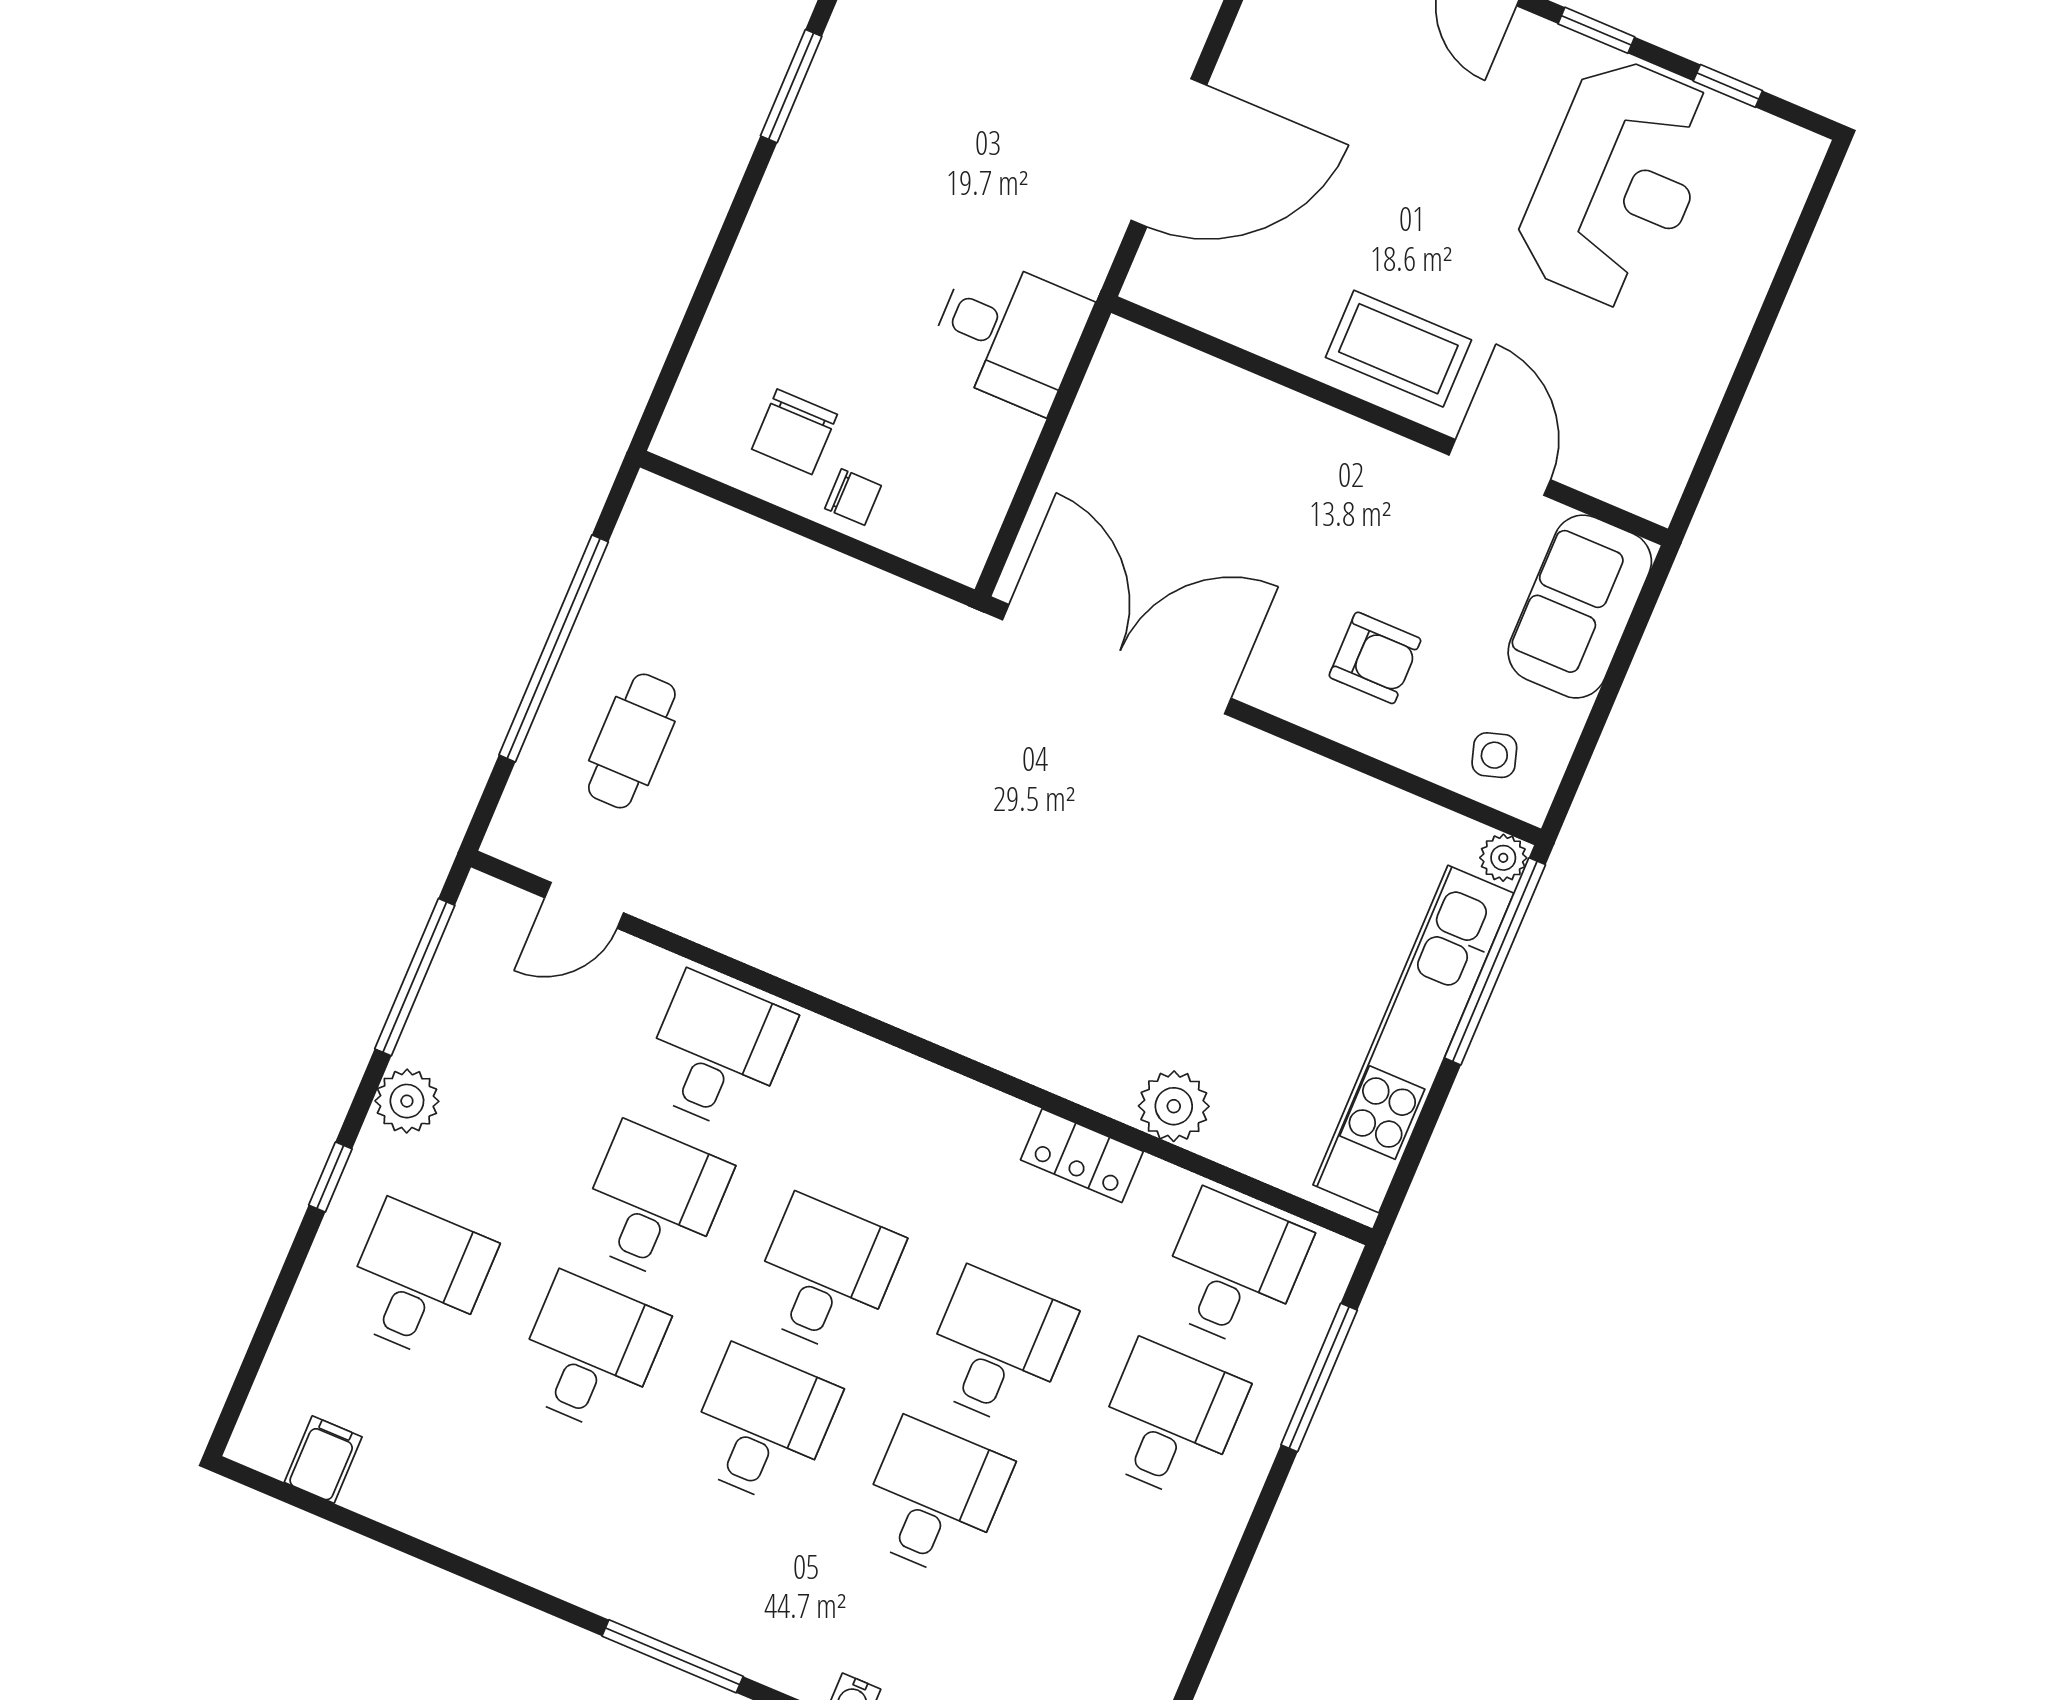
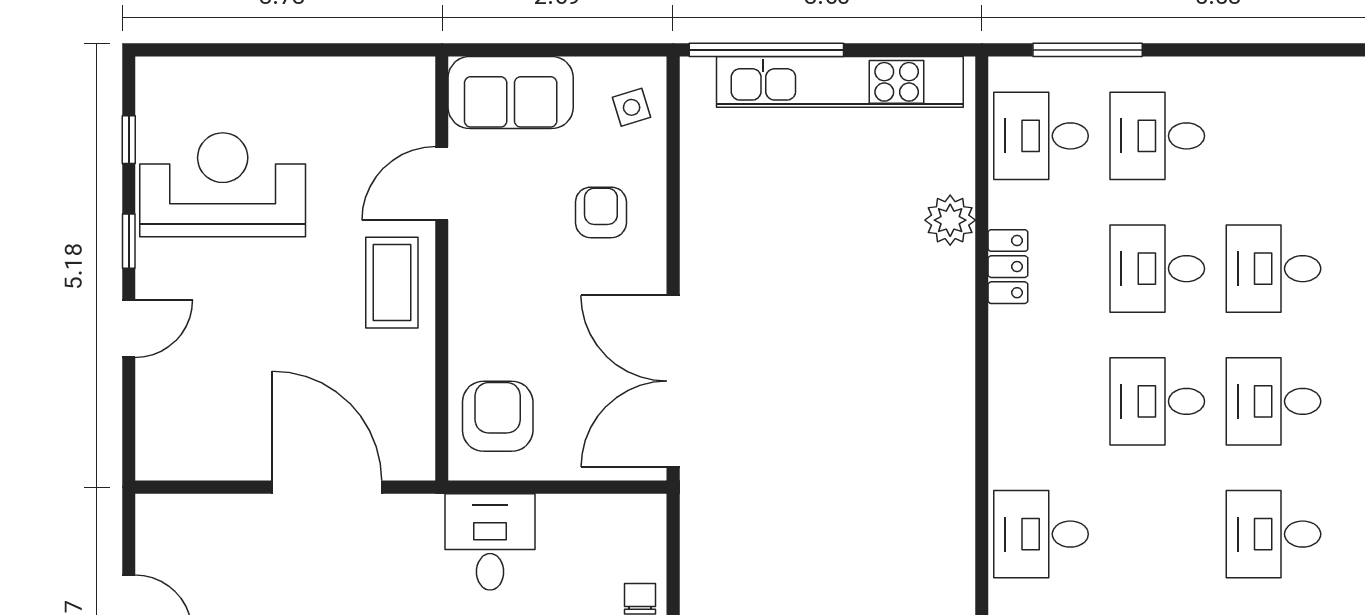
armchair: (1167, 412) -> (498, 416), added
plant: (1503, 858) -> (696, 73), removed
desk: (654, 1203) -> (1157, 534), removed

